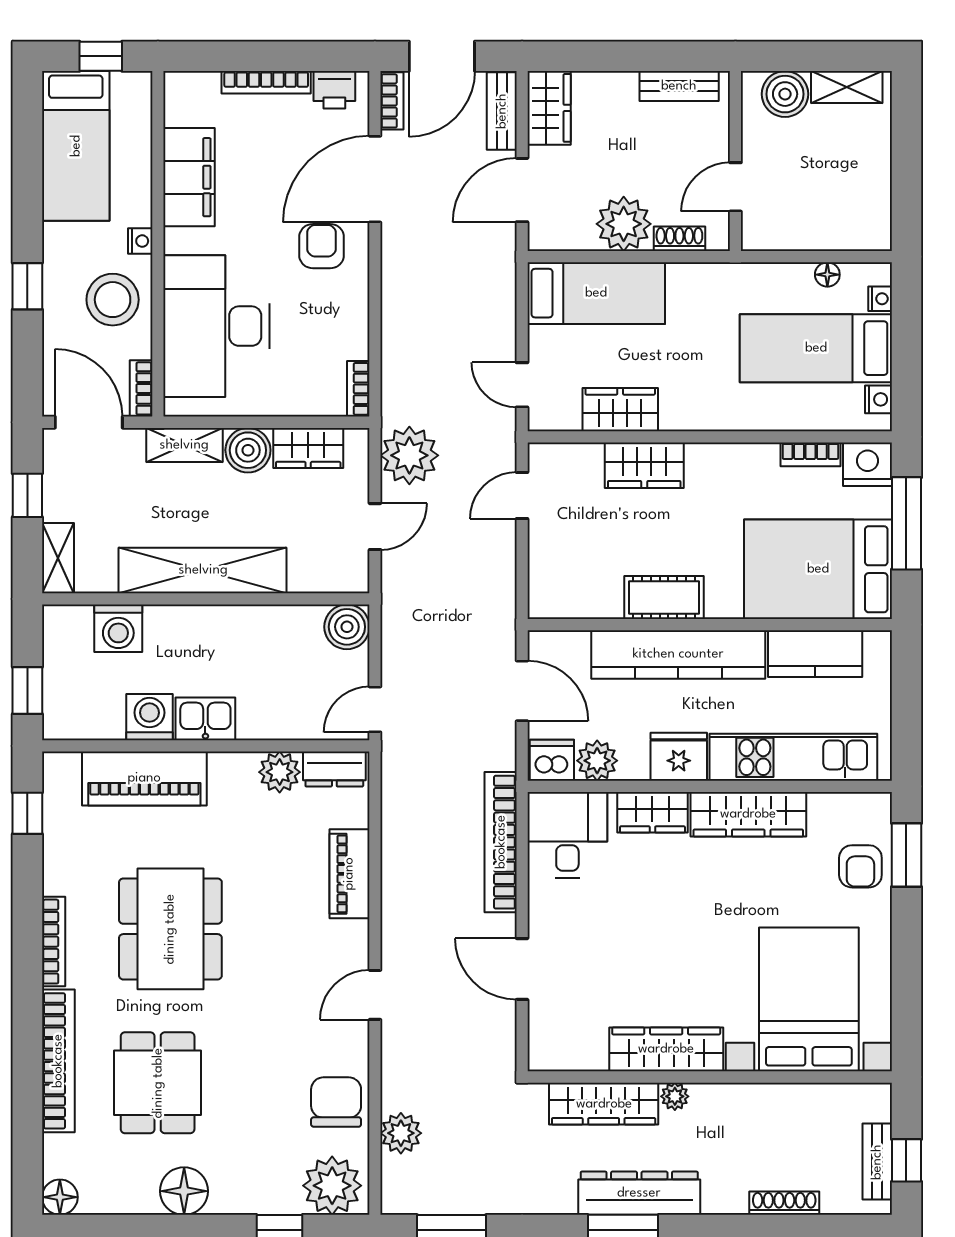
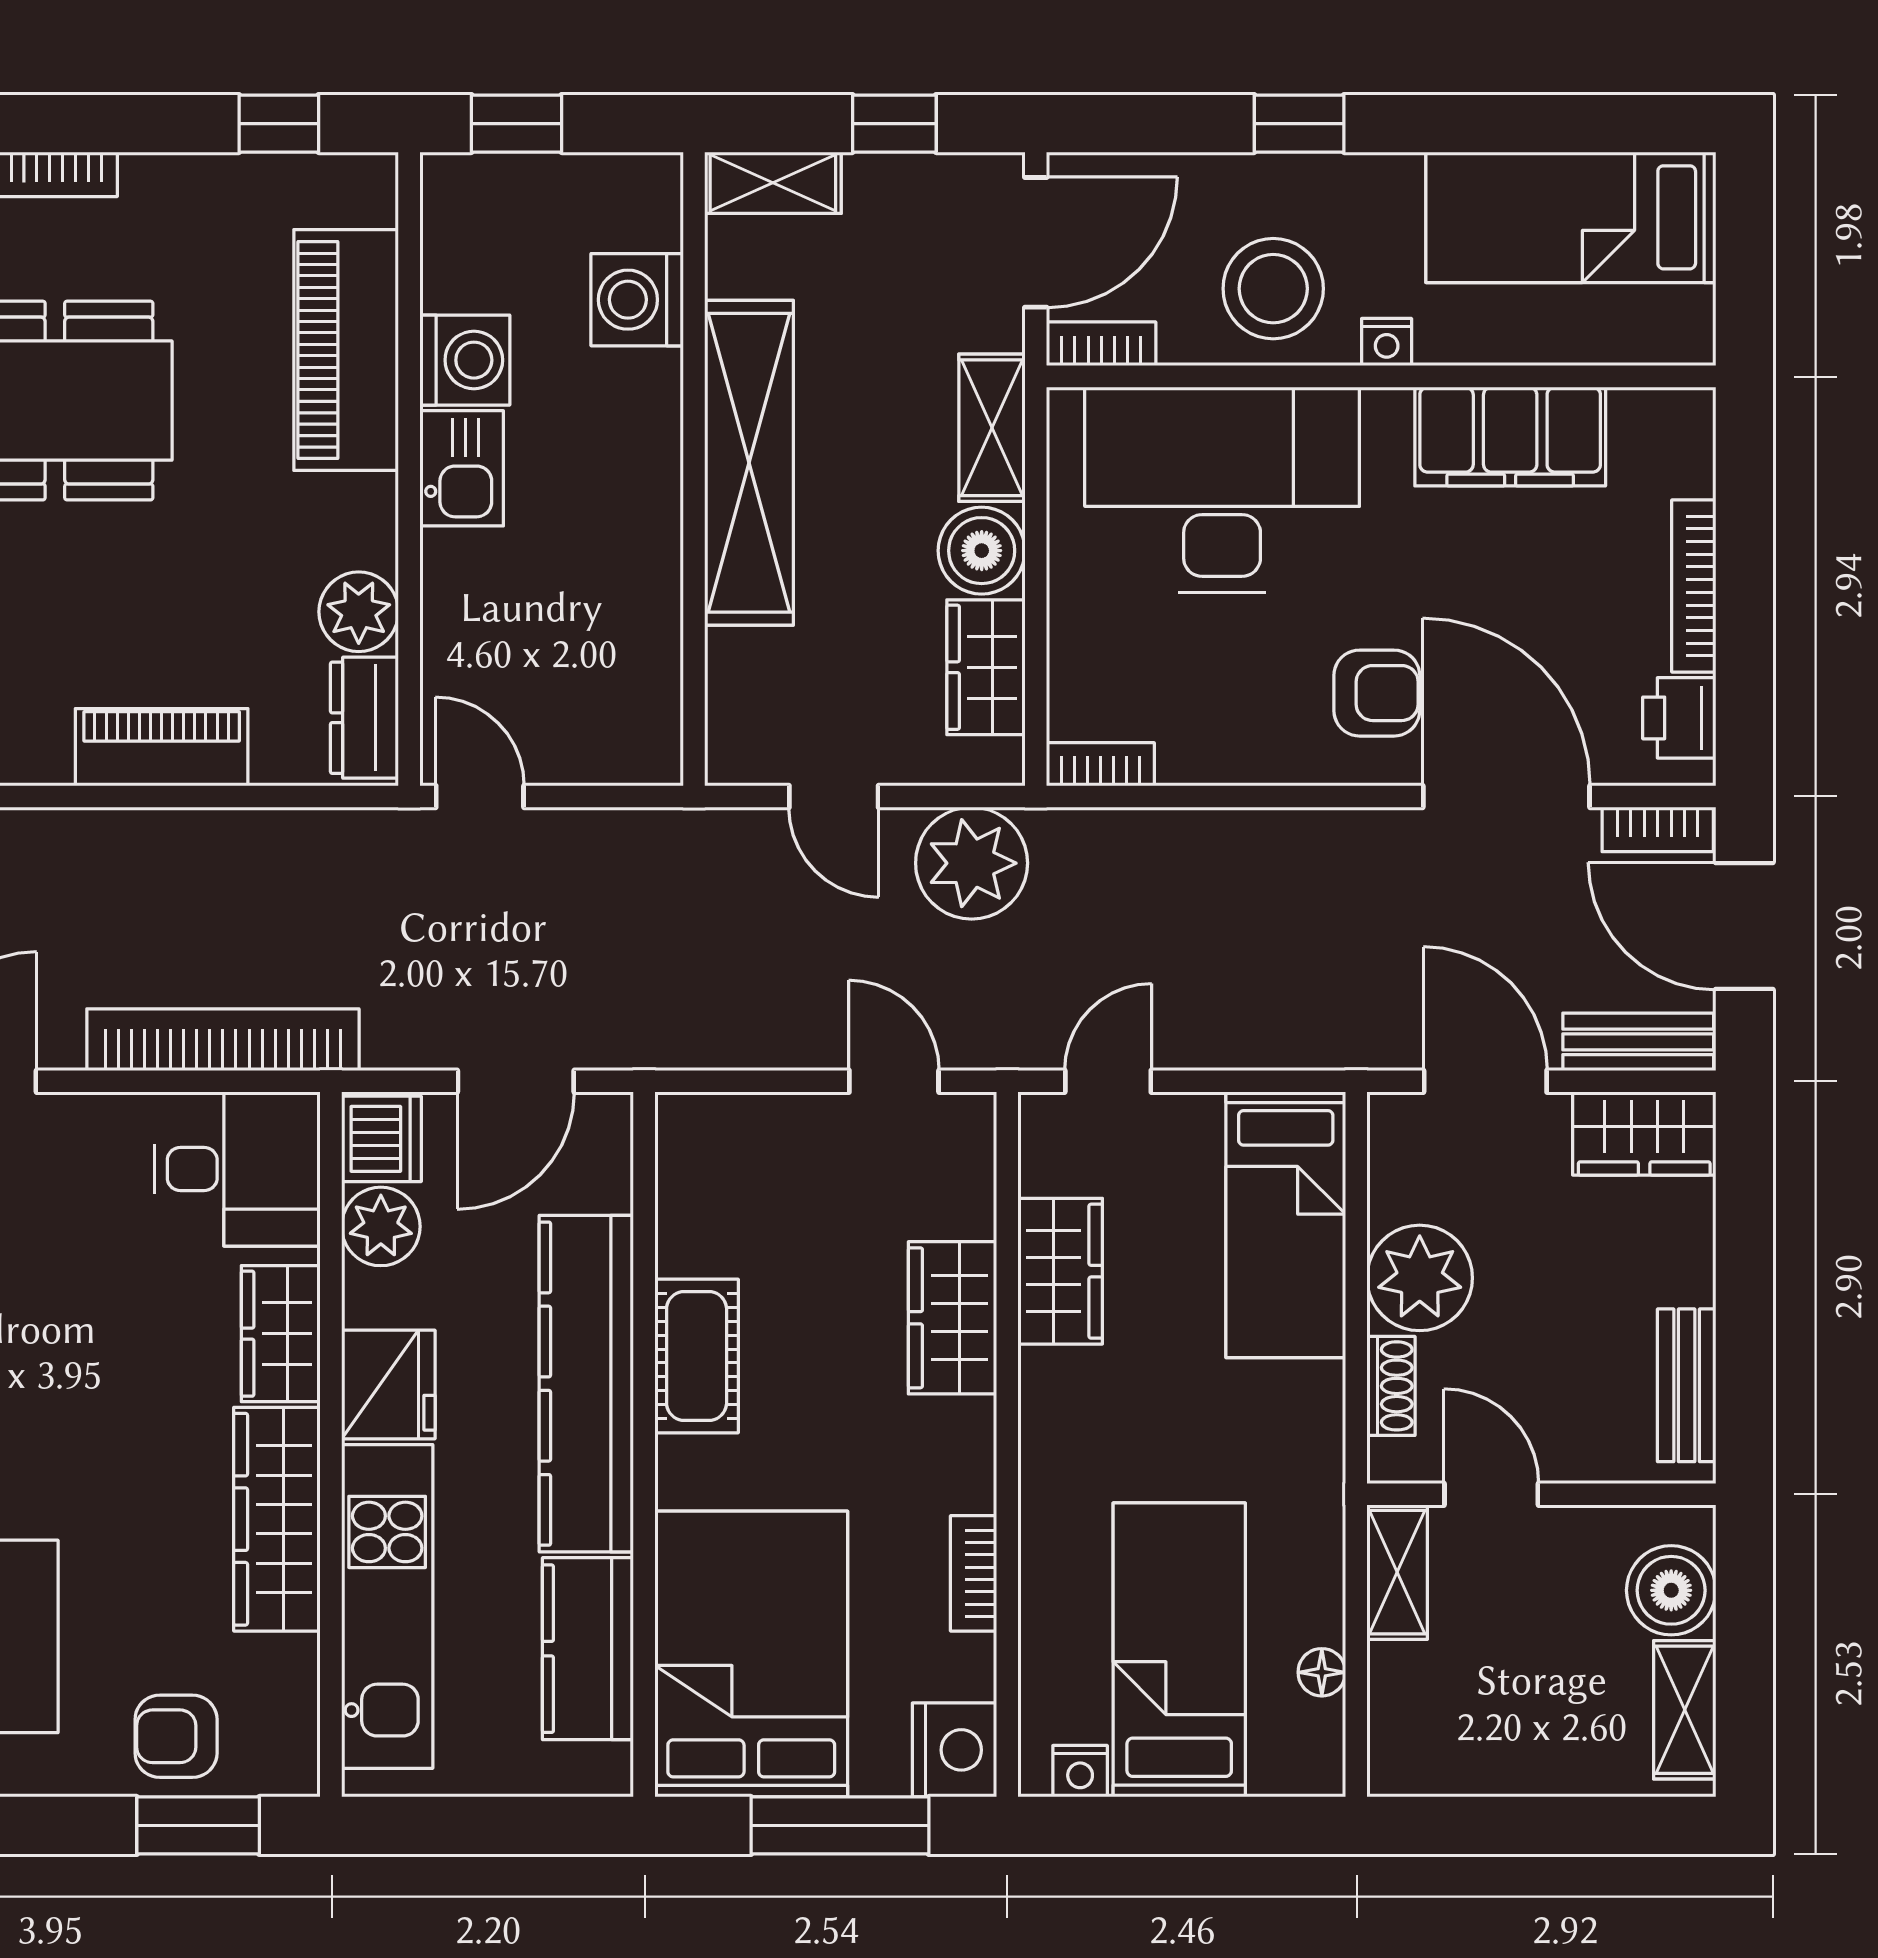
window: (101, 56) -> (1744, 266), removed
shelving: (776, 236) -> (1397, 1572), added
nightstand: (880, 299) -> (1275, 1774), removed
bookcase: (810, 454) -> (974, 1573), moved
boiler: (347, 627) -> (640, 742), removed

